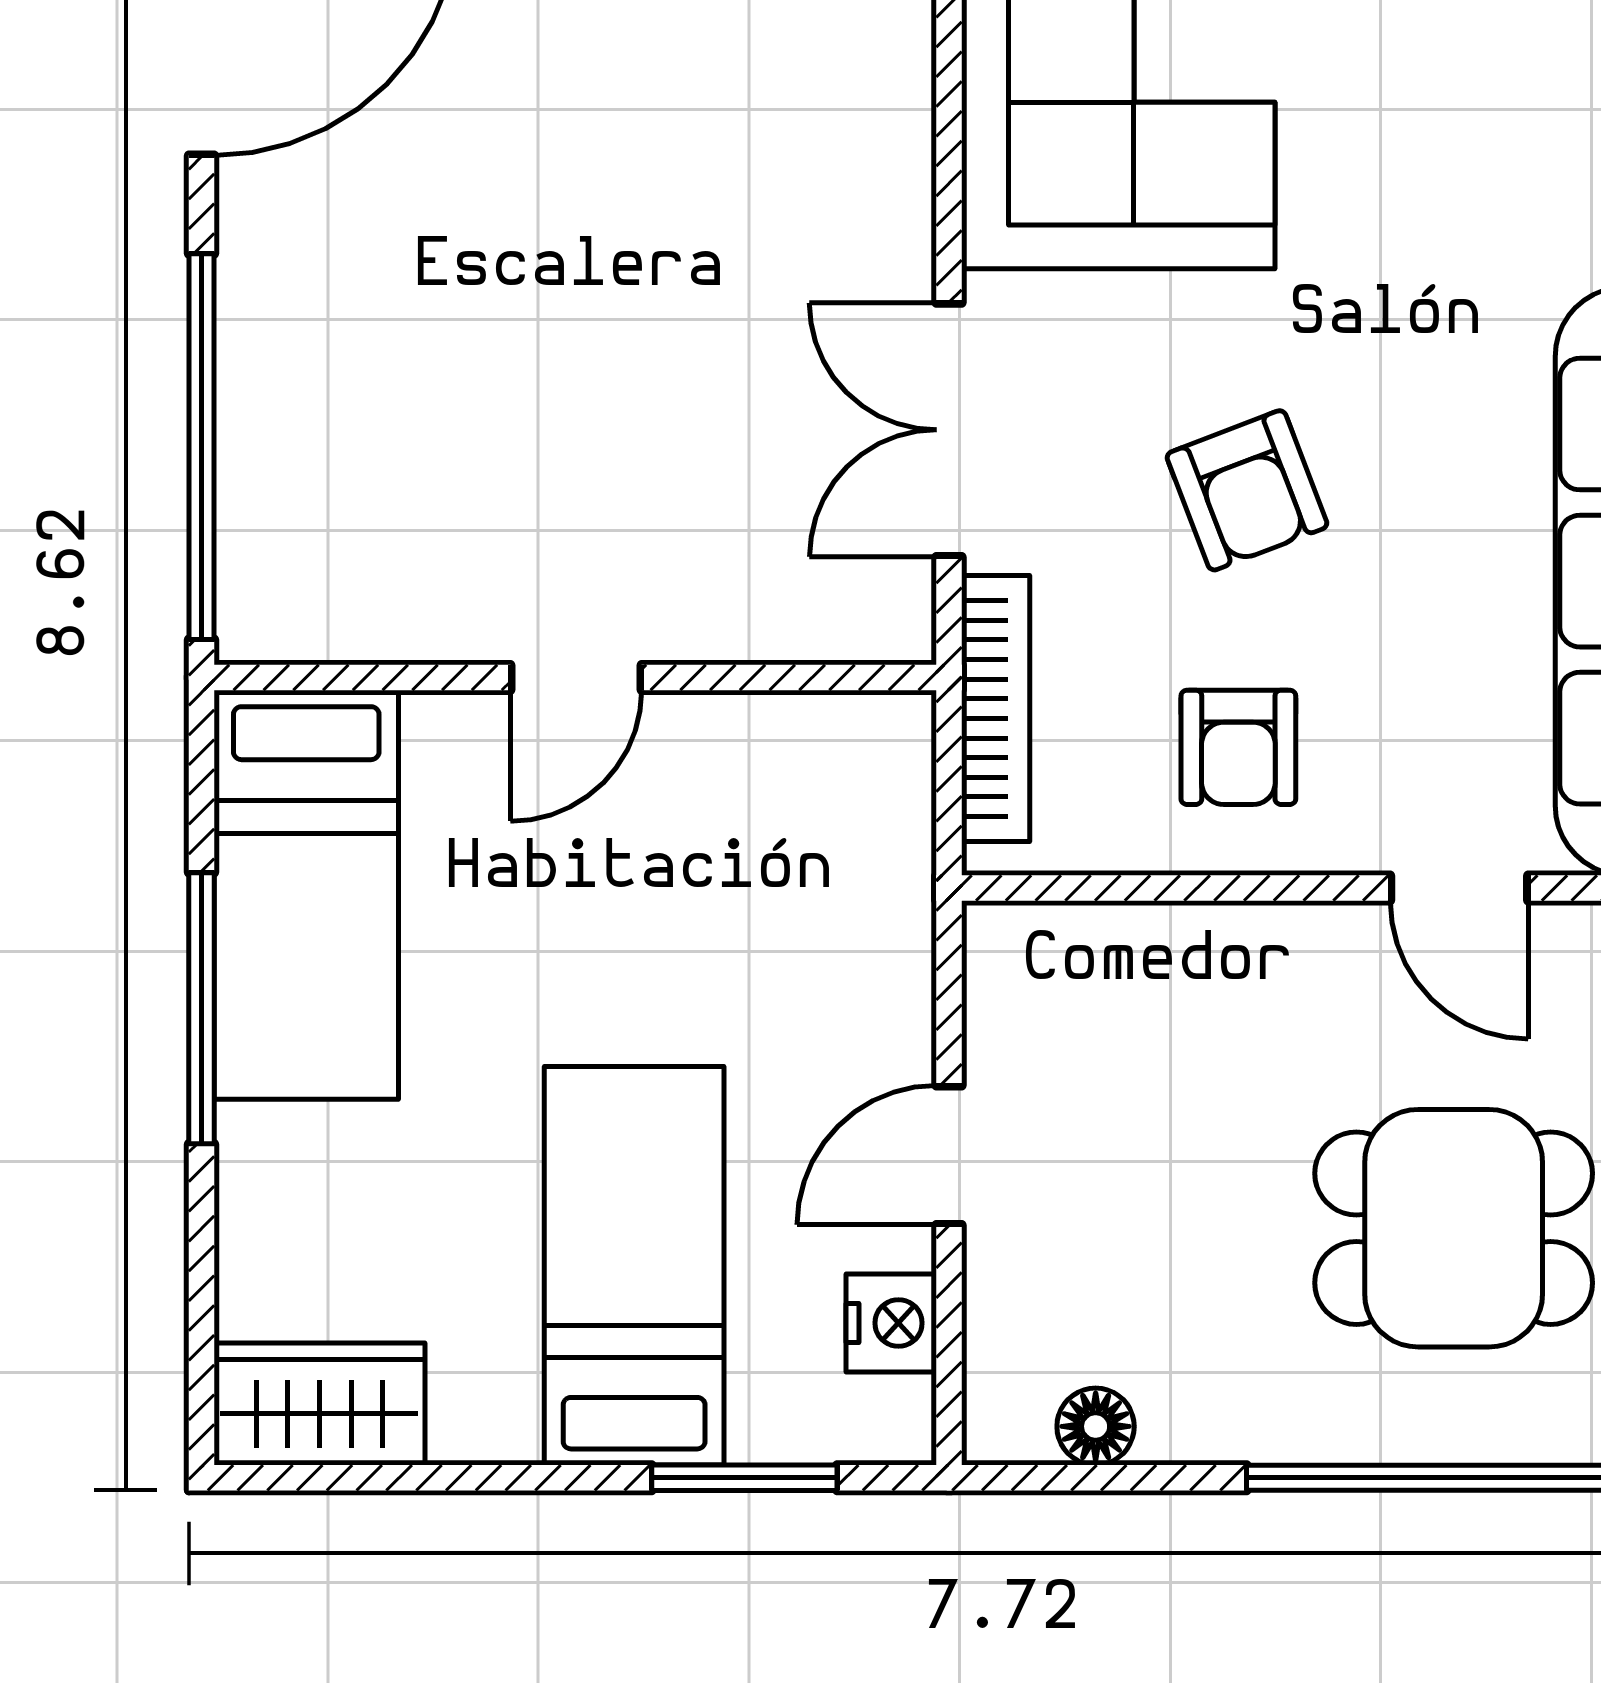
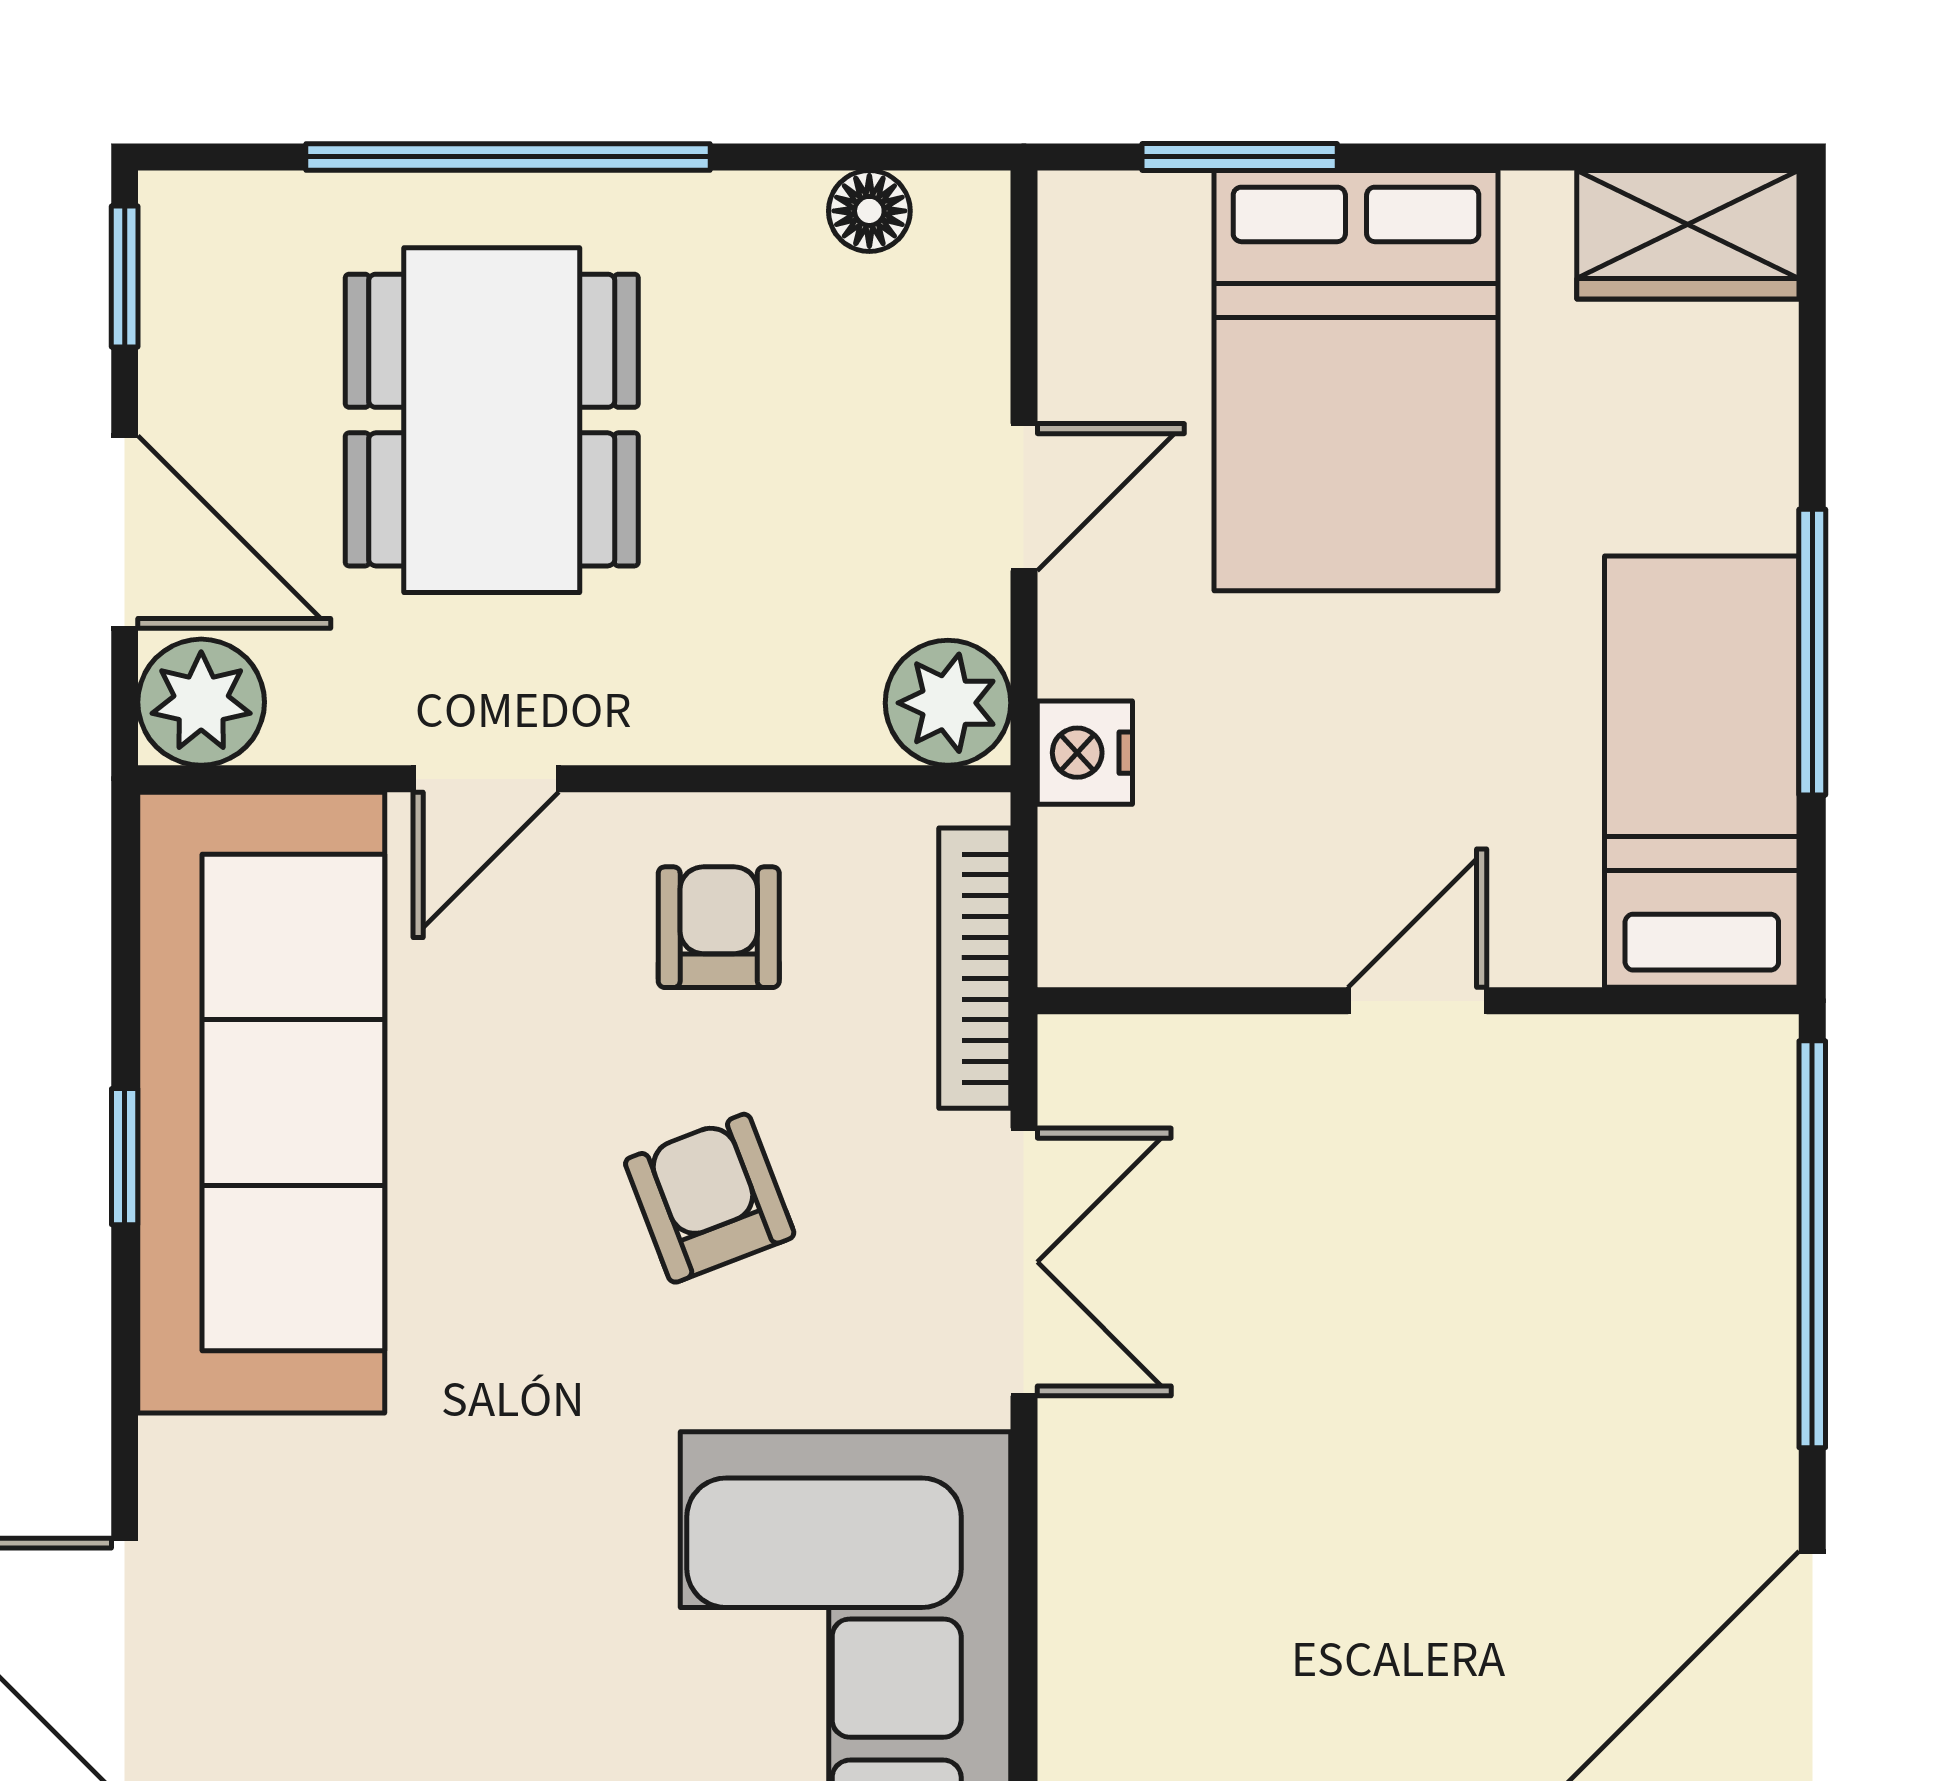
door: (1459, 888) -> (486, 779), swing flipped
plant: (1021, 960) -> (948, 703), added
dining table: (1454, 1228) -> (492, 420), width x1.38
bed: (634, 1266) -> (1356, 381), width x1.50
nightstand: (891, 1323) -> (1085, 753), moved

